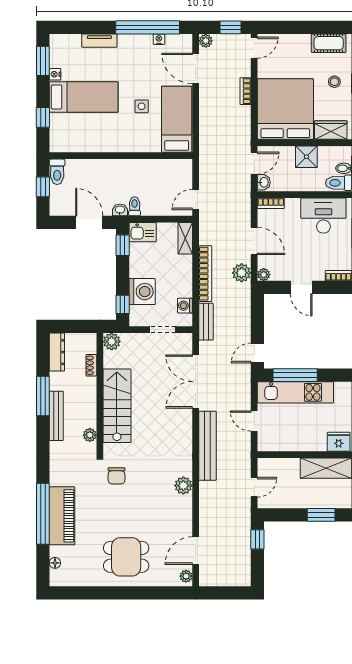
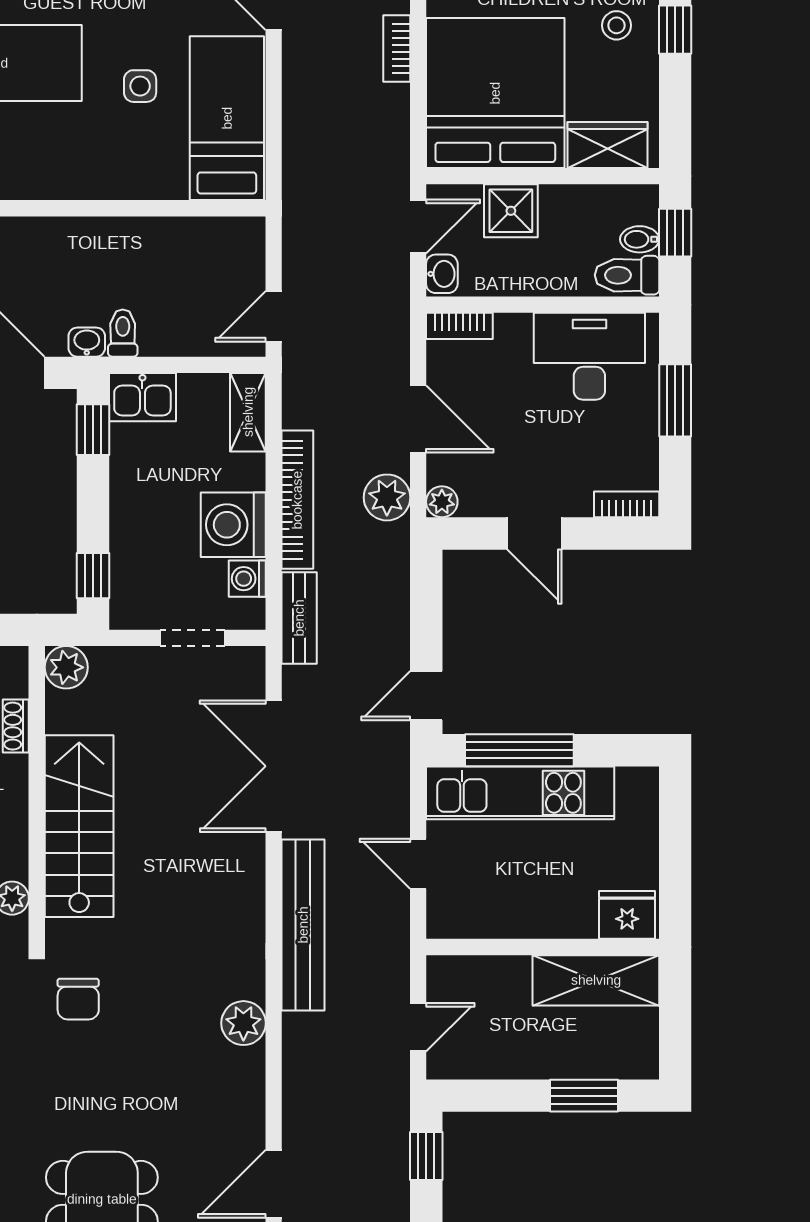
shower: (306, 157) -> (511, 211), moved
washing machine: (142, 292) -> (233, 525), moved, turned 180

